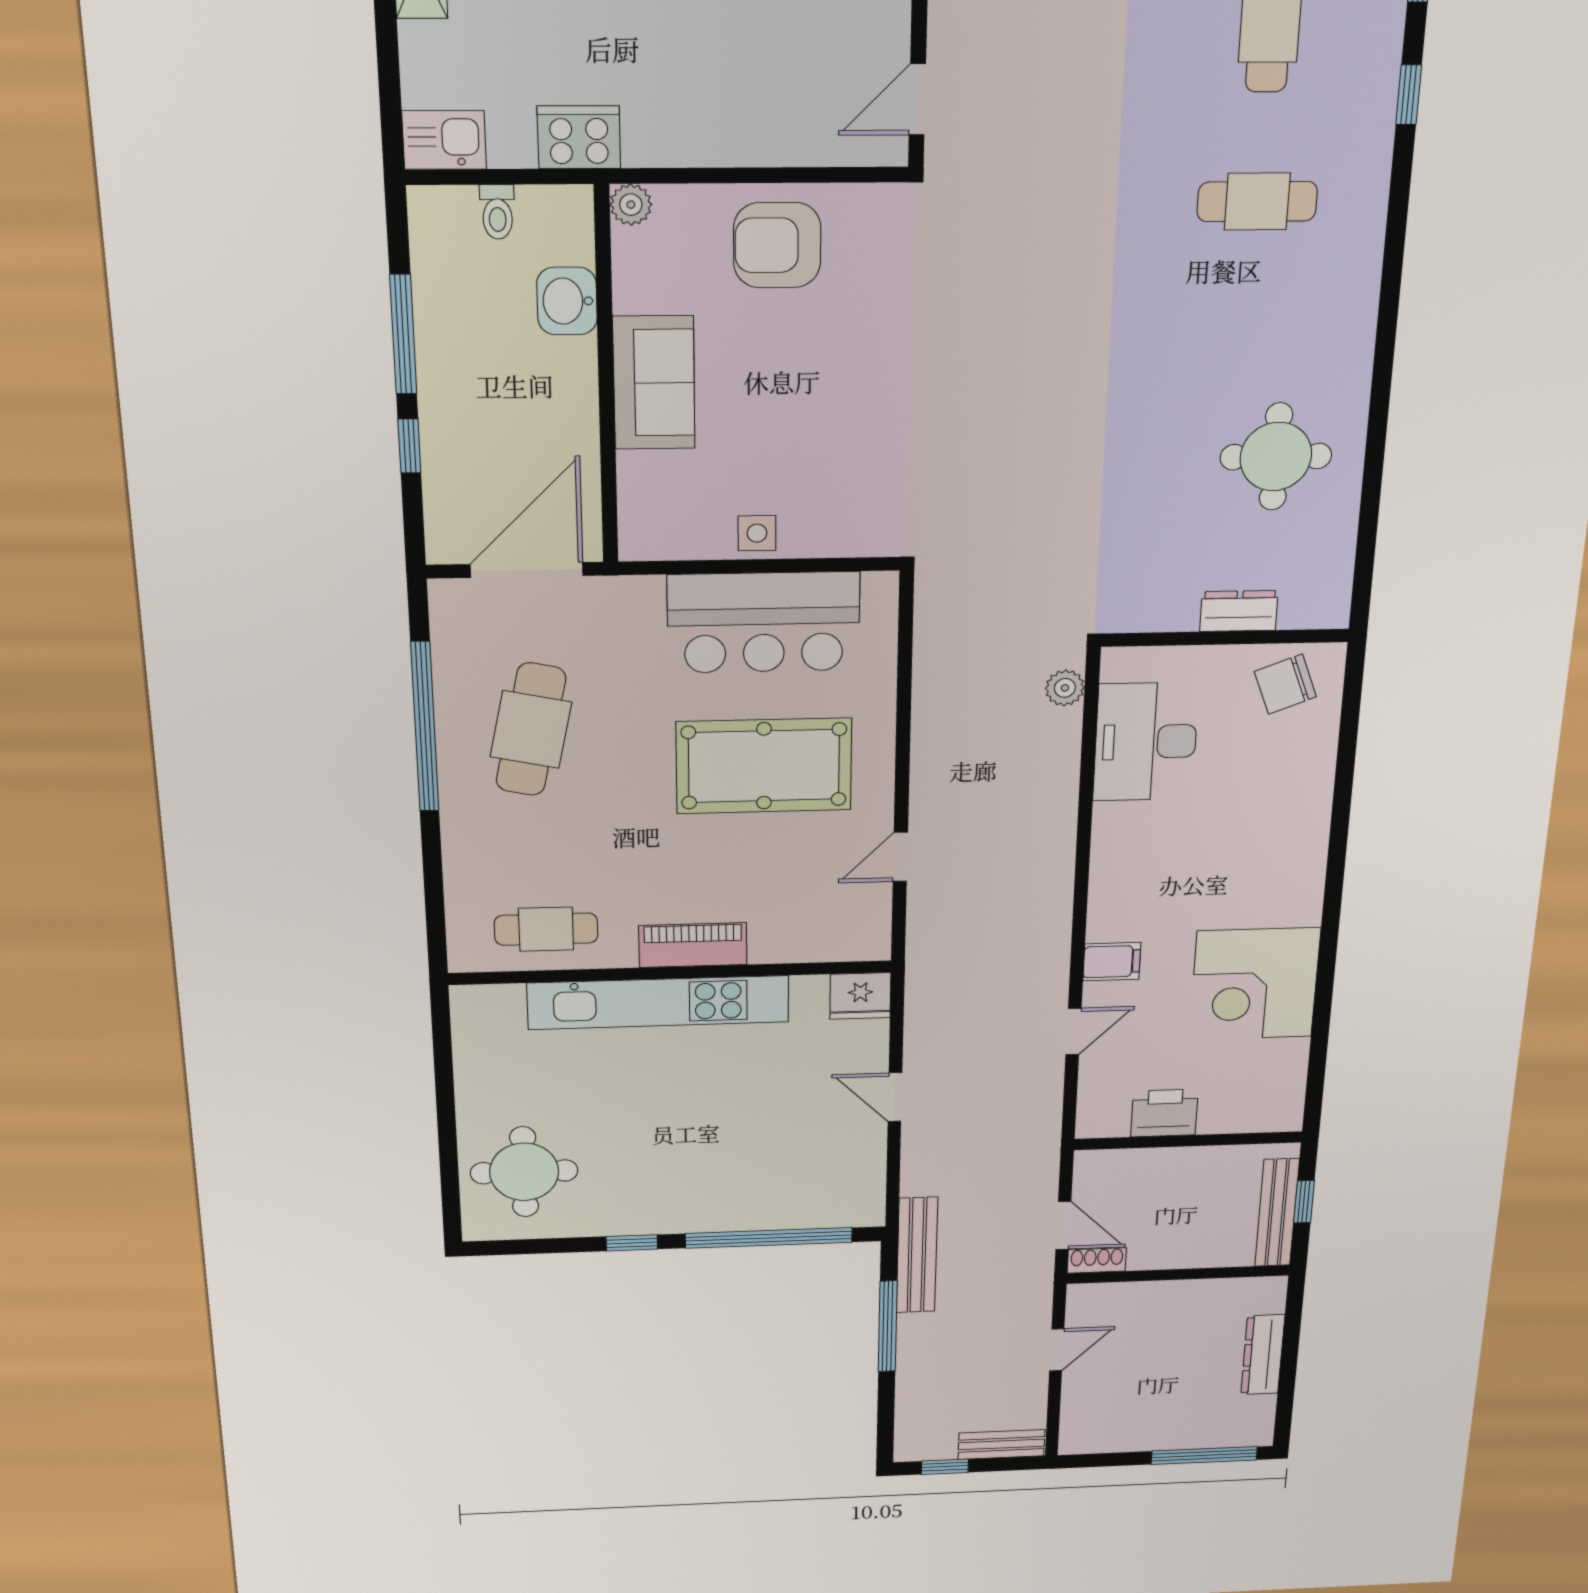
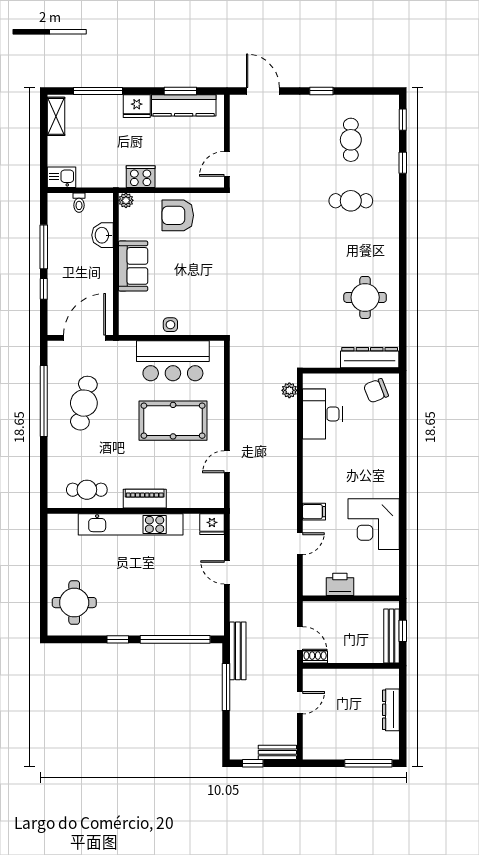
cooker: (579, 137) -> (141, 177), moved
dresser: (1239, 611) -> (370, 358), width x1.96, depth x1.24

